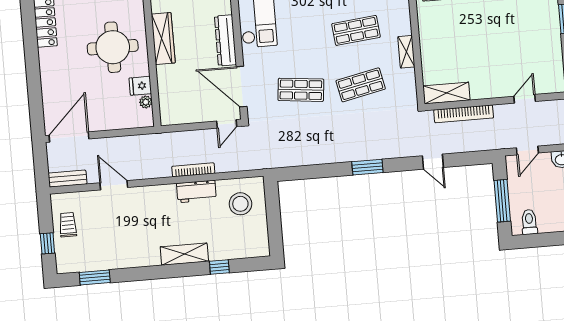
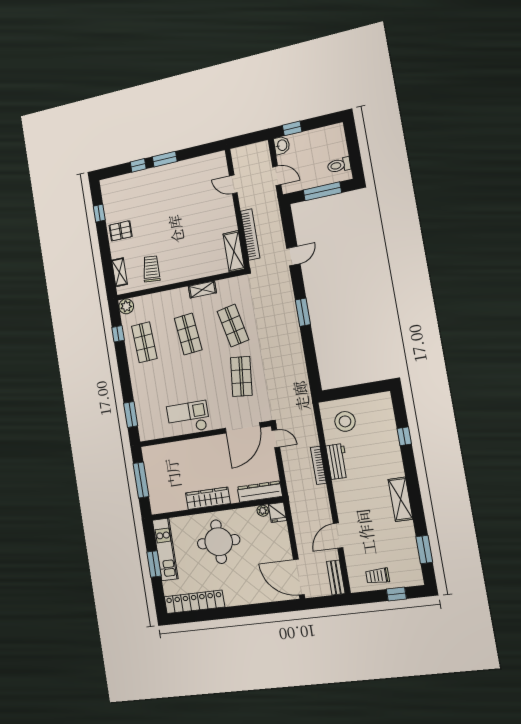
dresser: (225, 40) -> (260, 492), moved, turned 180
fridge: (140, 86) -> (277, 512), moved
shelving: (184, 254) -> (400, 499), moved

